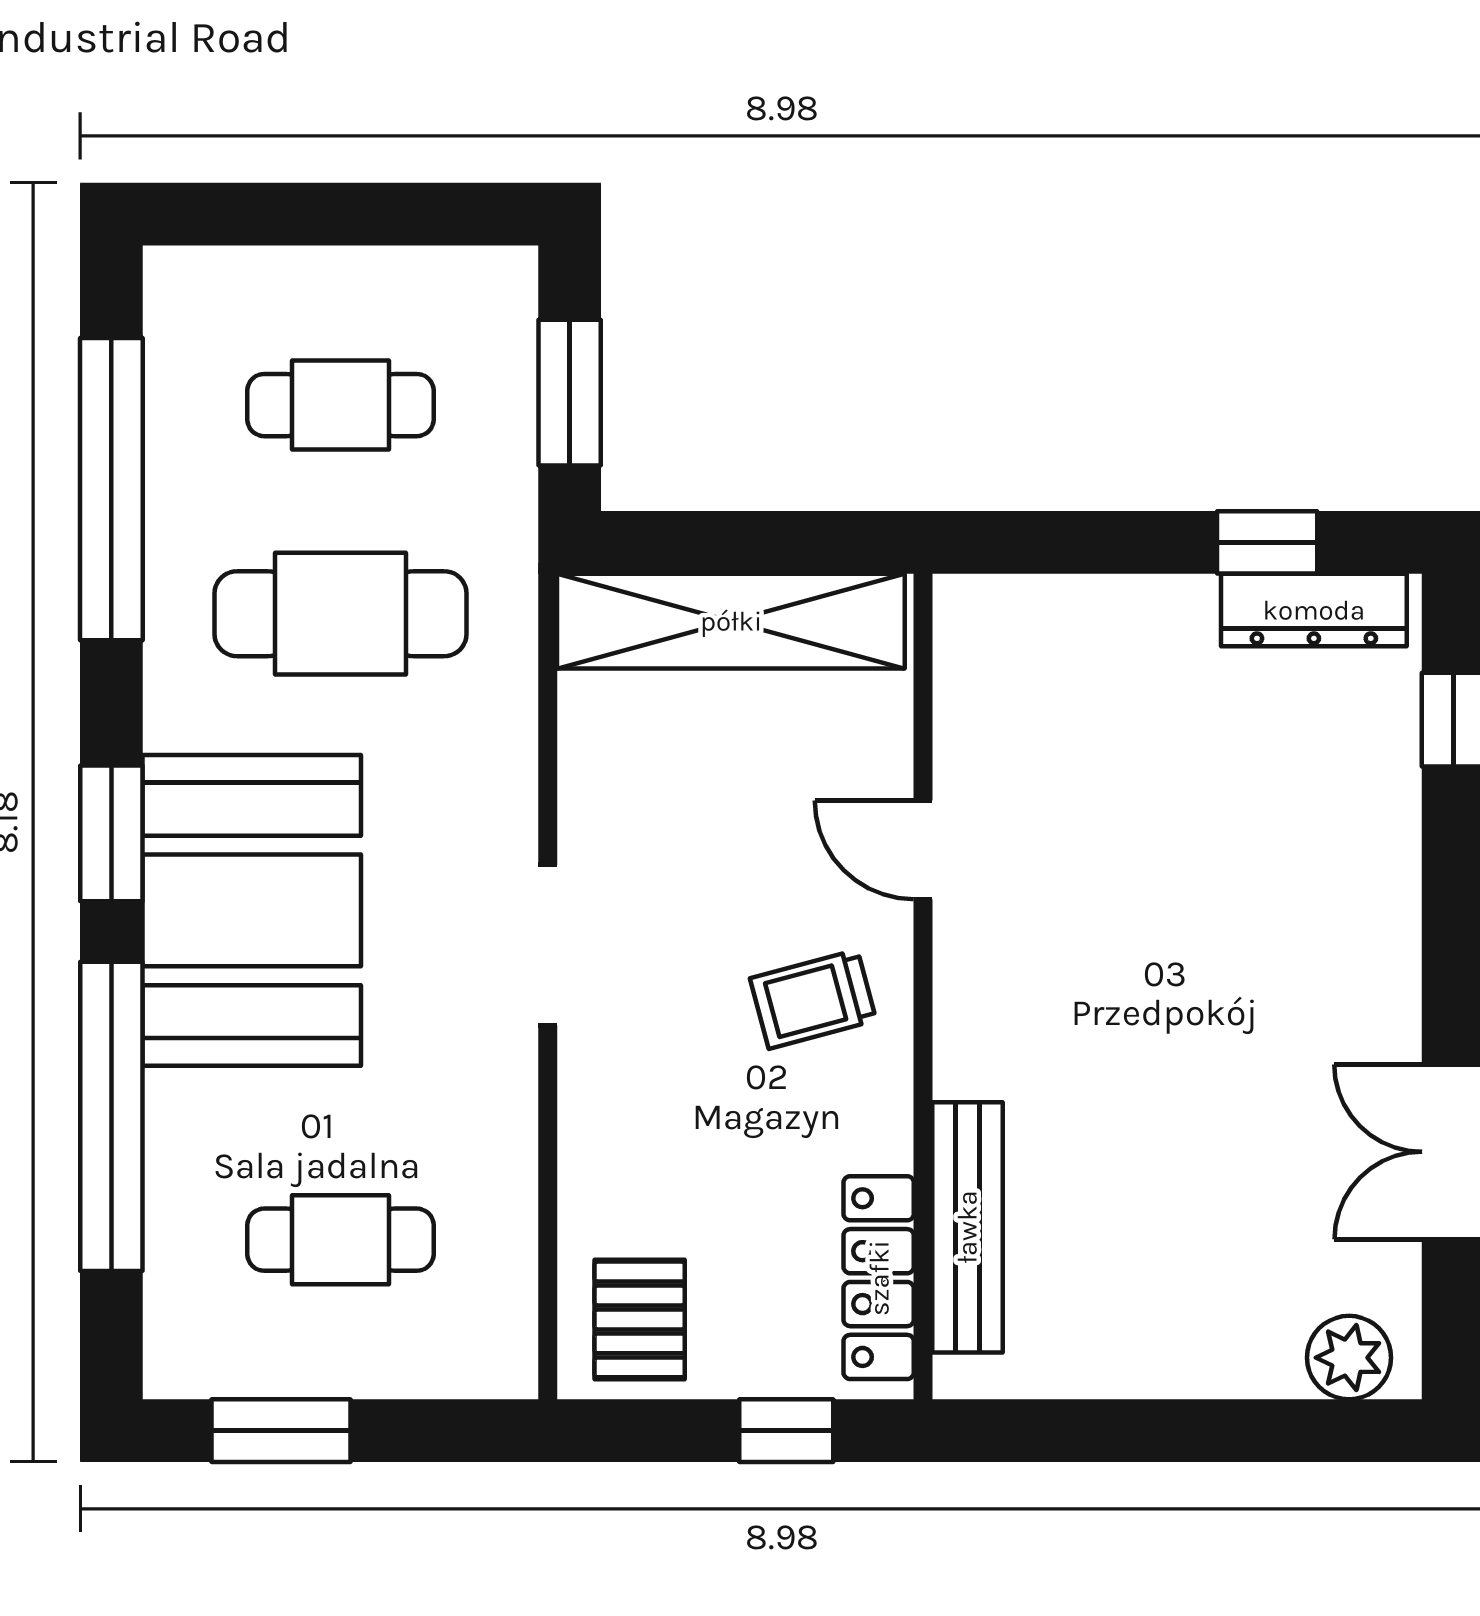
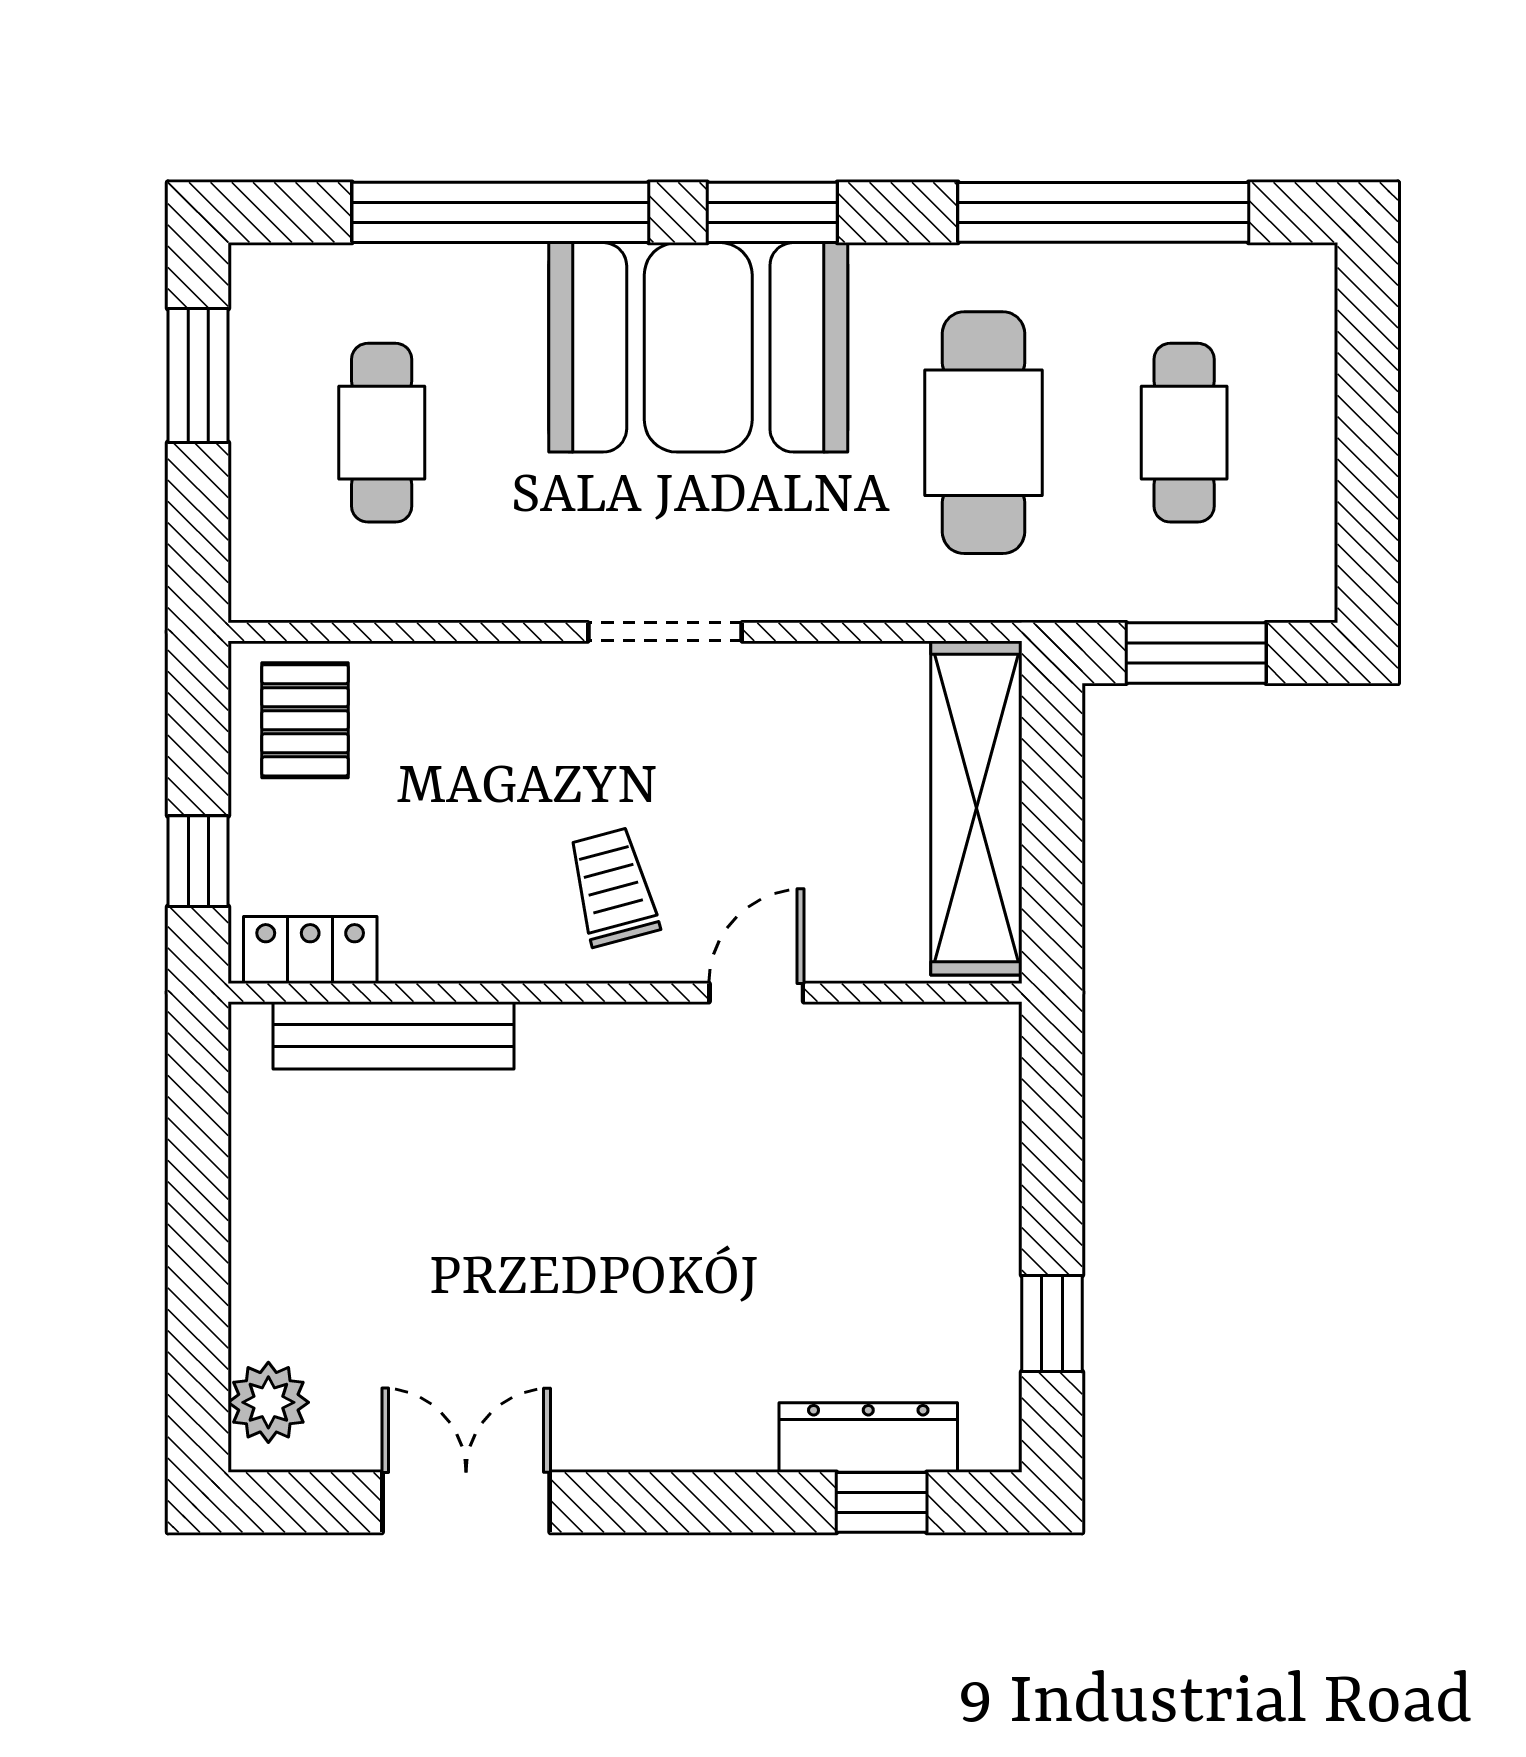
dresser: (1314, 610) -> (868, 1437), moved, turned 90
locker: (879, 1278) -> (310, 950), width x0.66
pallet: (640, 1319) -> (305, 720), turned 90

